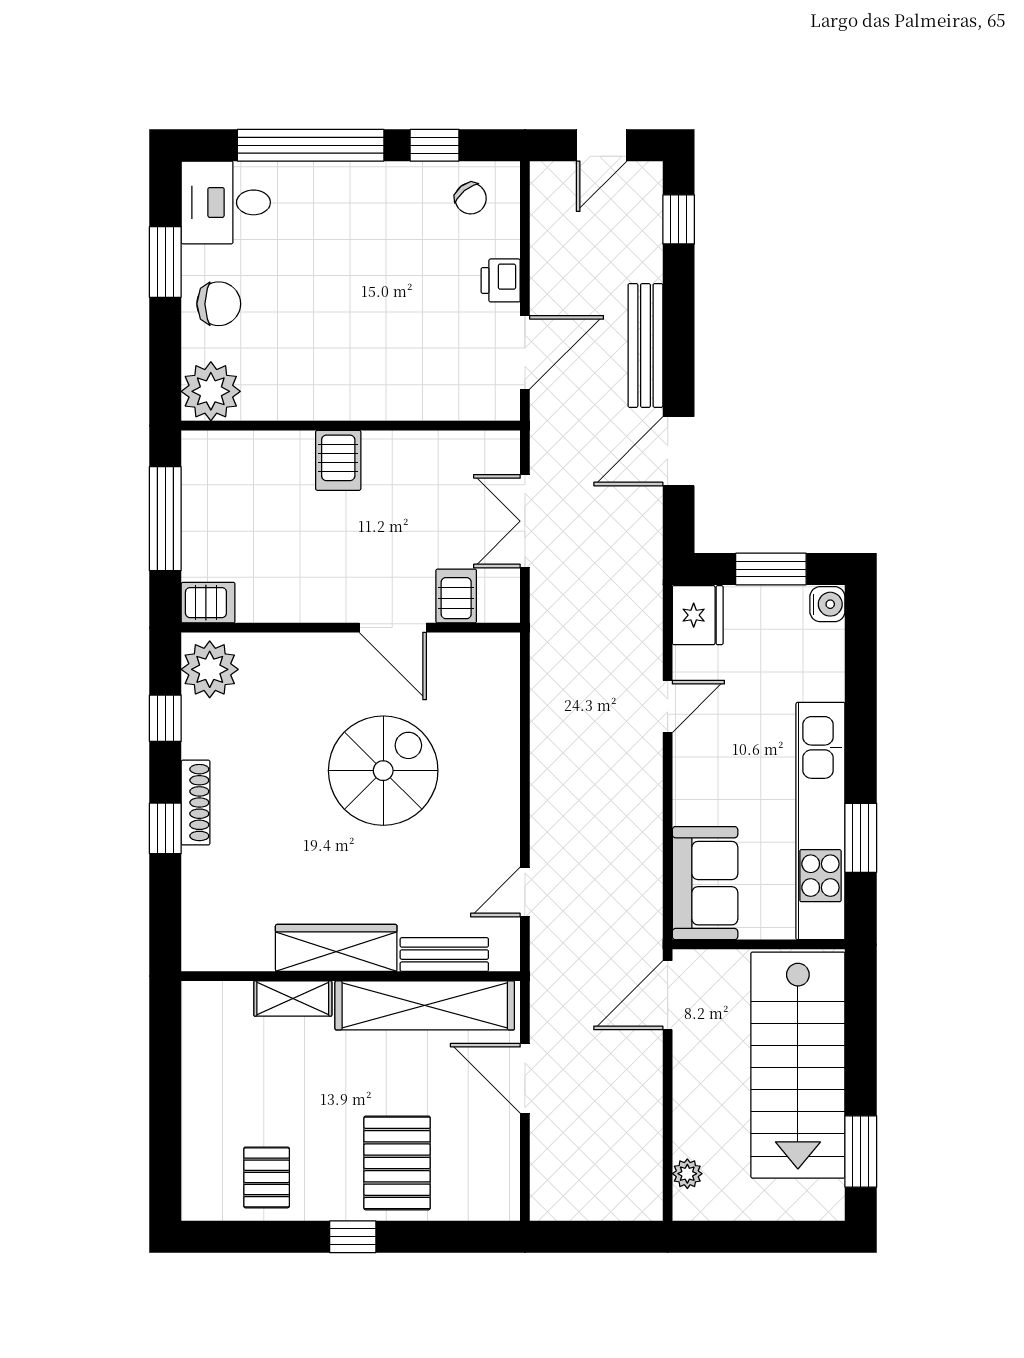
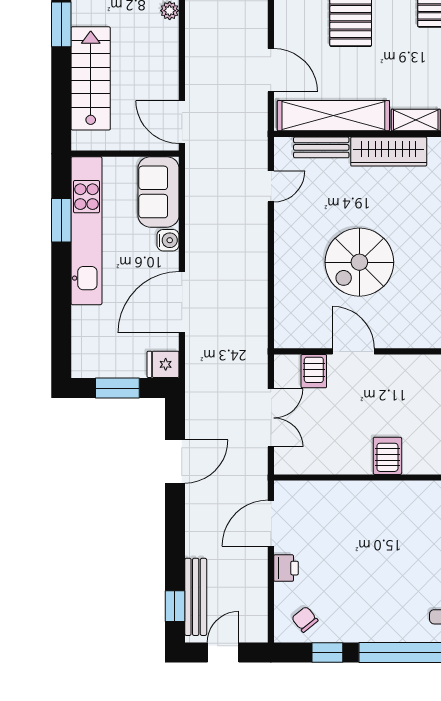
bench: (645, 345) -> (196, 597), moved
water cooler: (827, 604) -> (168, 240), moved, turned 180
fridge: (698, 615) -> (163, 364), width x0.72
door: (668, 706) -> (182, 302), width x1.88
door: (668, 995) -> (182, 122), swing flipped
stairs: (798, 1065) -> (91, 78), width x0.73, depth x0.66

